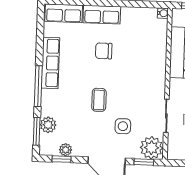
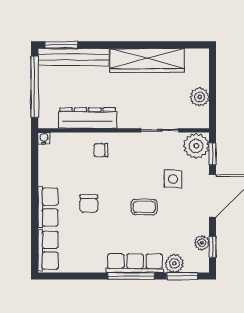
row of seats: (50, 63) -> (135, 263), moved
chair: (151, 63) -> (101, 150), added

